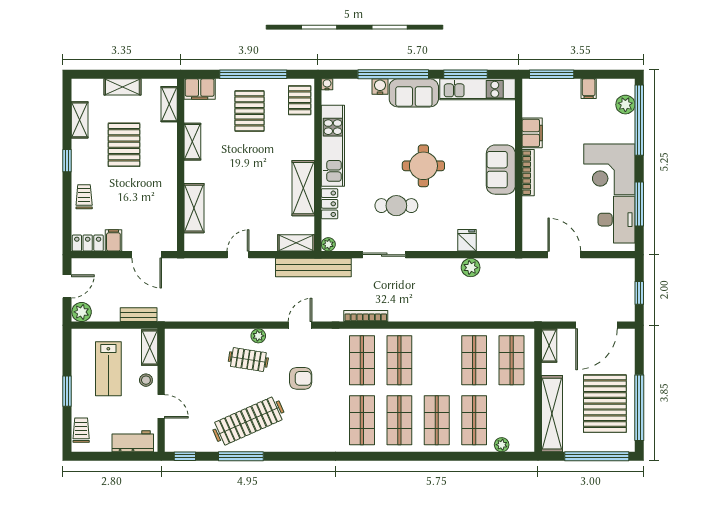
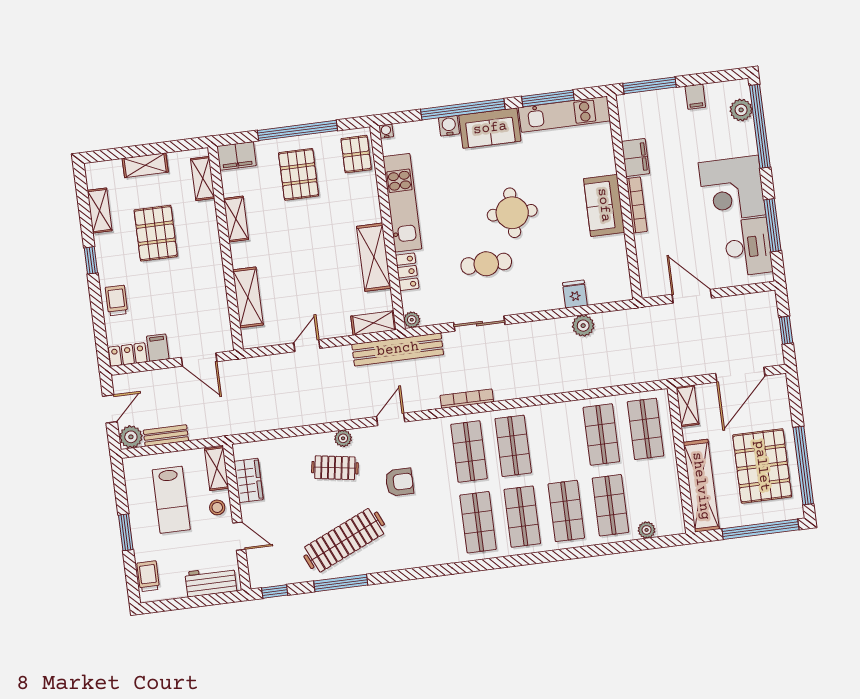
bench: (139, 315) -> (166, 436), moved
wardrobe: (175, 361) -> (248, 480), added

